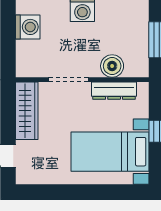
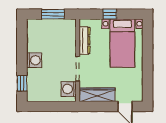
washing machine: (28, 27) -> (69, 89), moved, turned -90
boiler: (112, 66) -> (69, 42), removed

